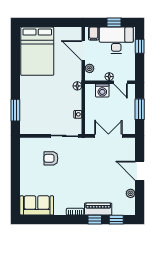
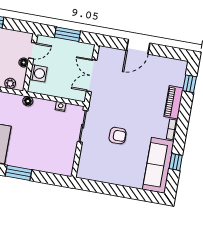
window: (15, 110) -> (19, 173), moved
armchair: (51, 158) -> (118, 136), moved, turned -90
plant: (131, 193) -> (162, 62), removed
sofa: (37, 205) -> (158, 165), width x1.36
window: (95, 220) -> (176, 162), moved

